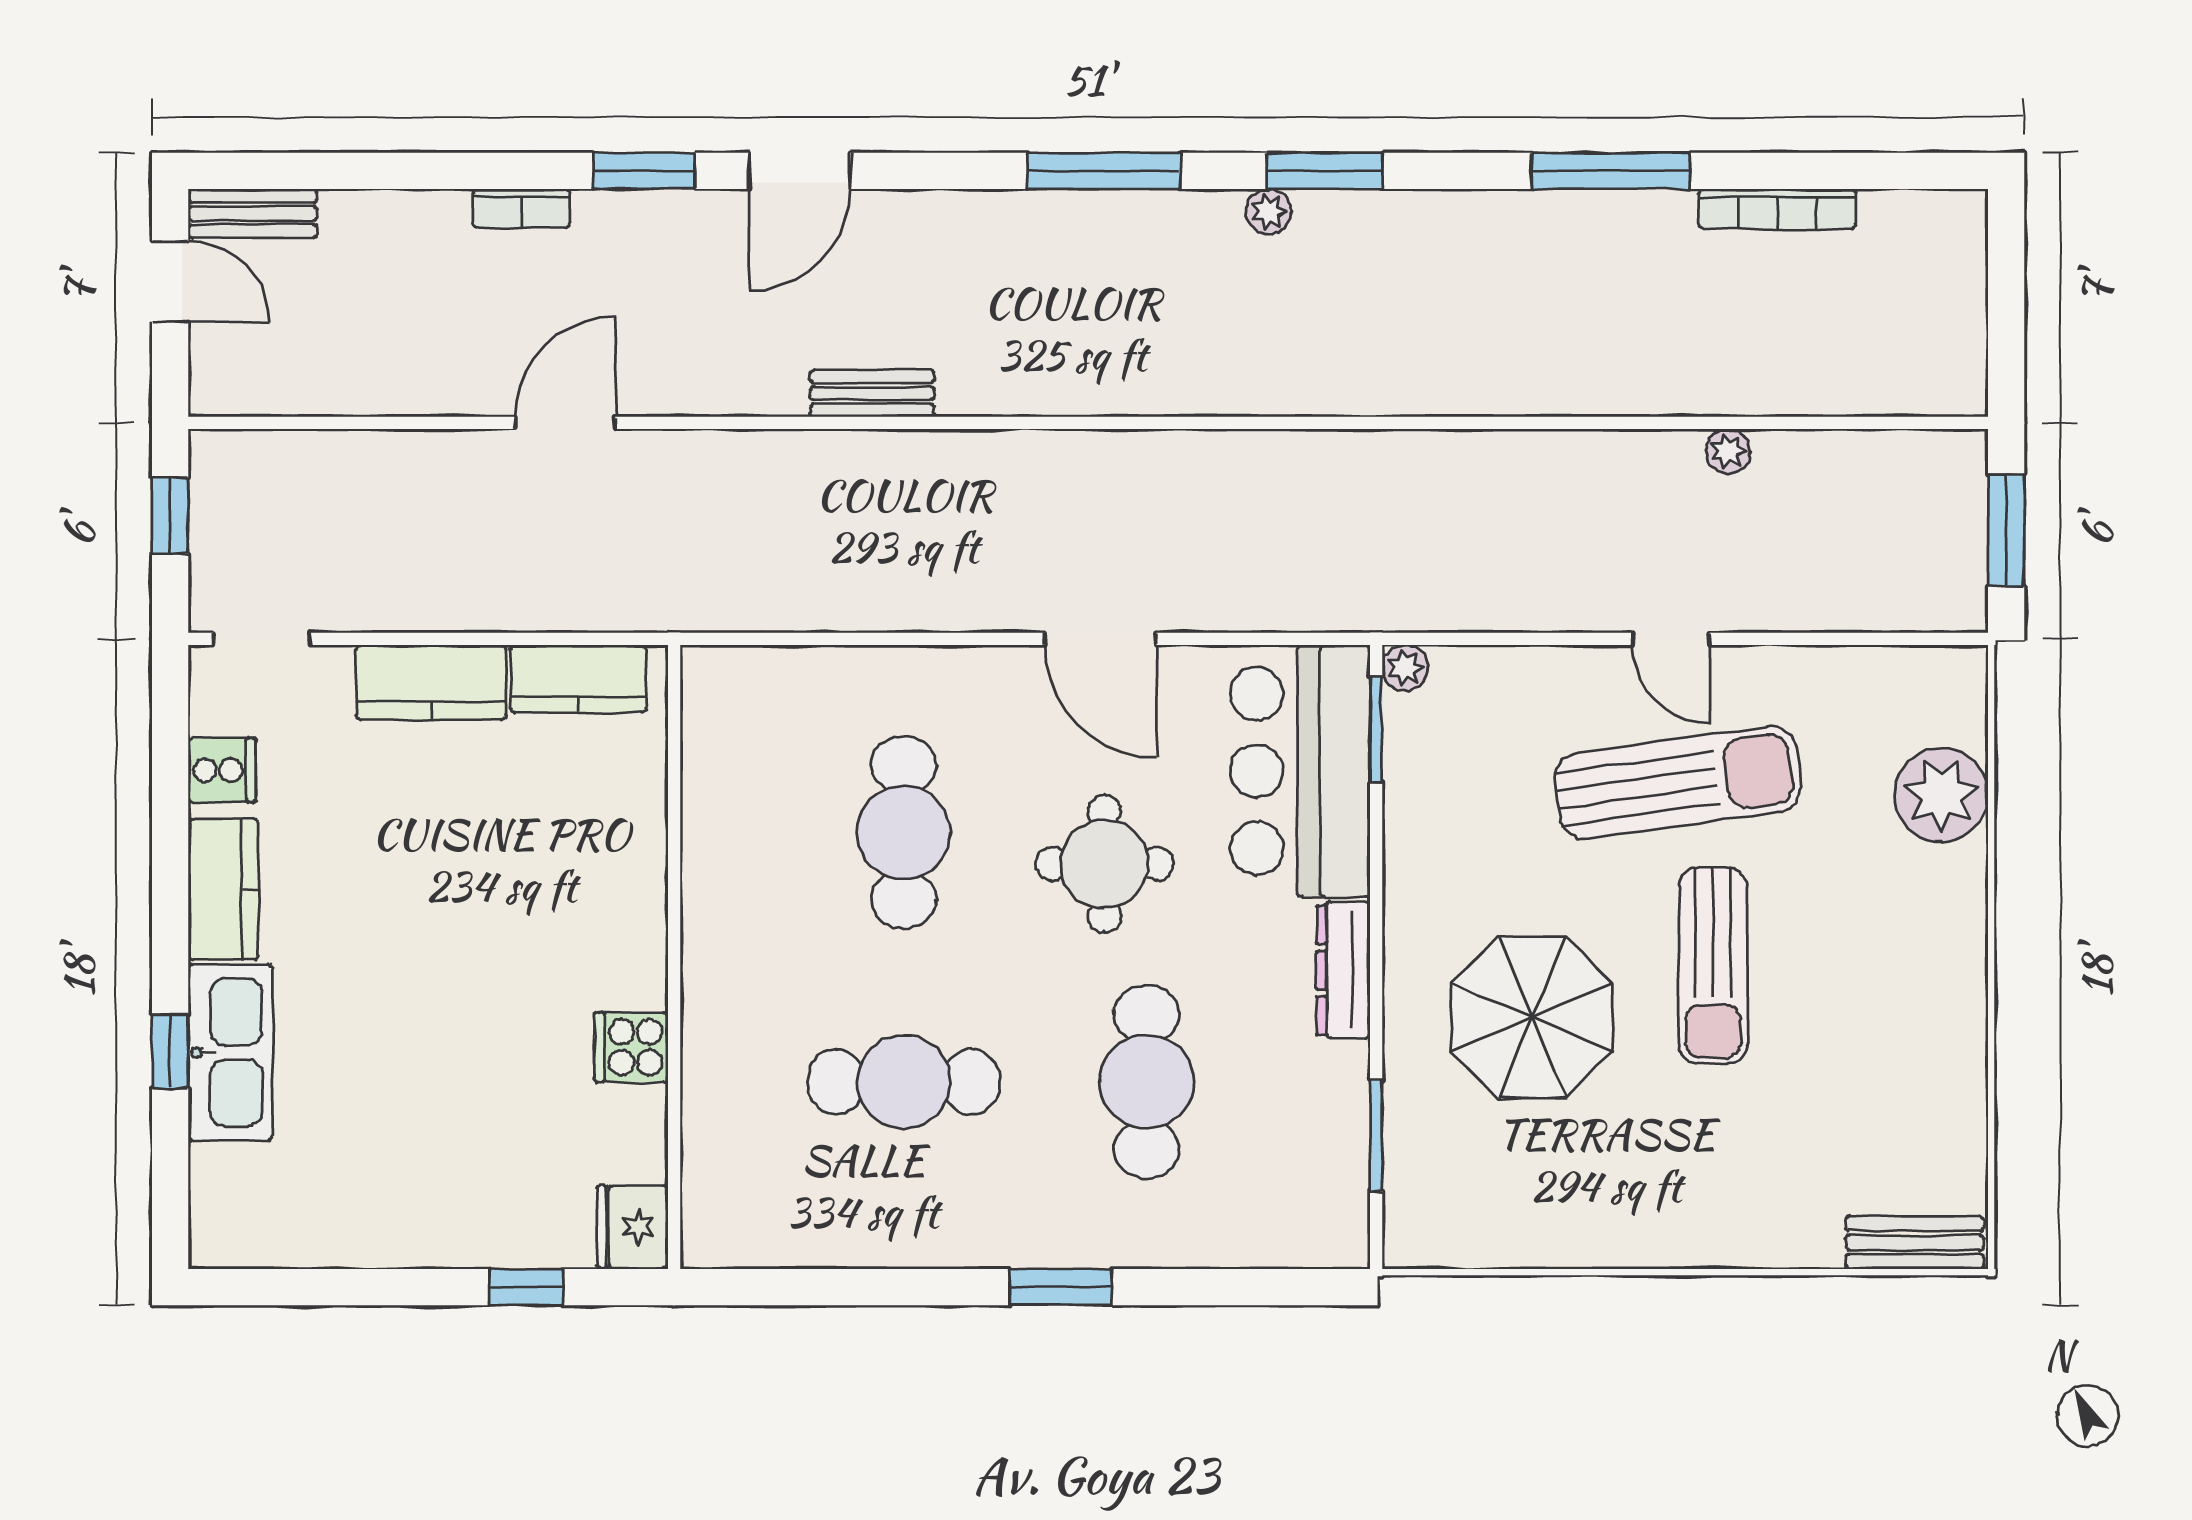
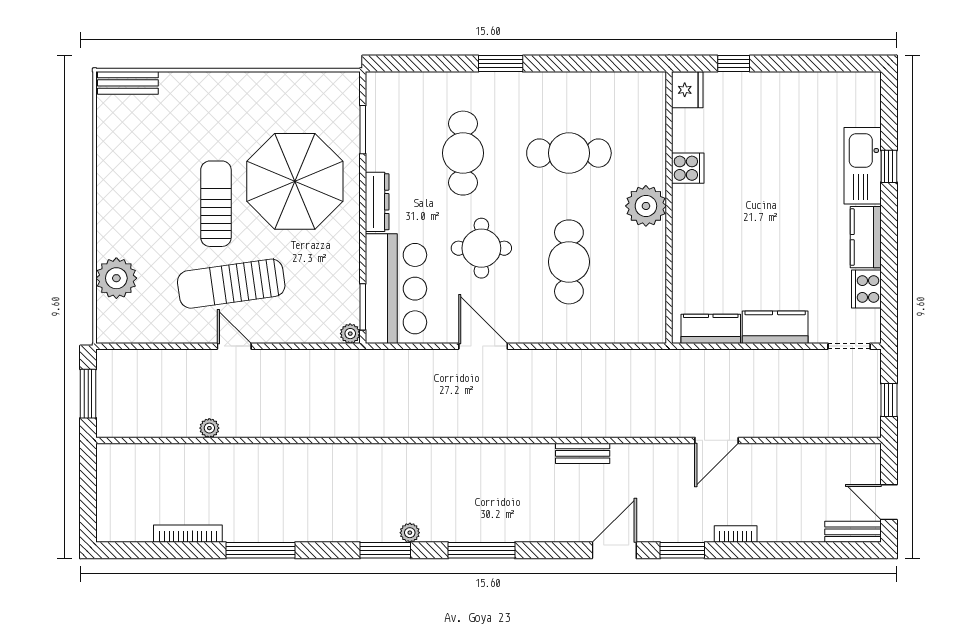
cooker: (222, 770) -> (866, 289), width x1.36
plant: (727, 960) -> (646, 206), added
parasol: (1532, 1017) -> (295, 181), width x1.36, depth x1.36

